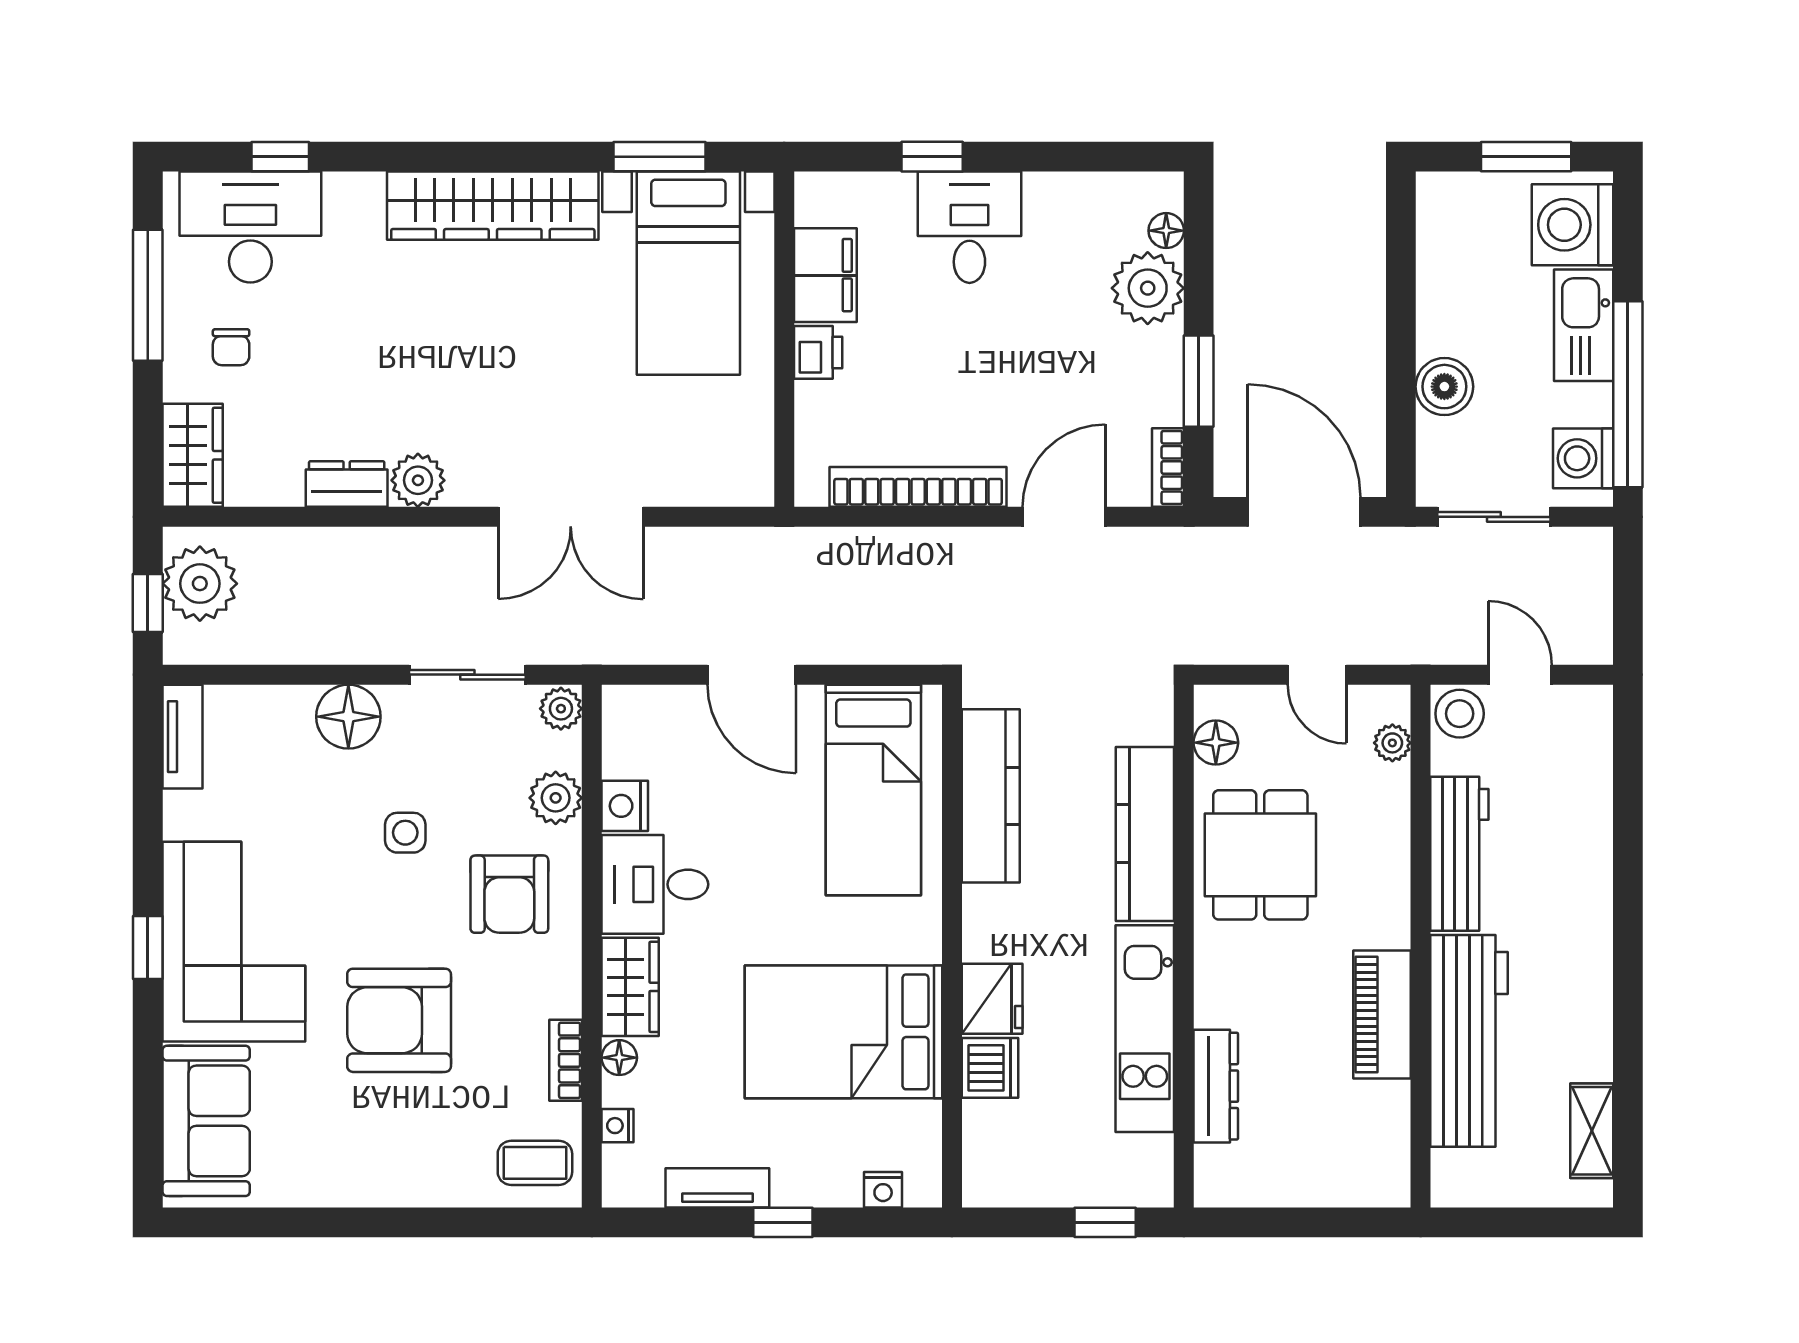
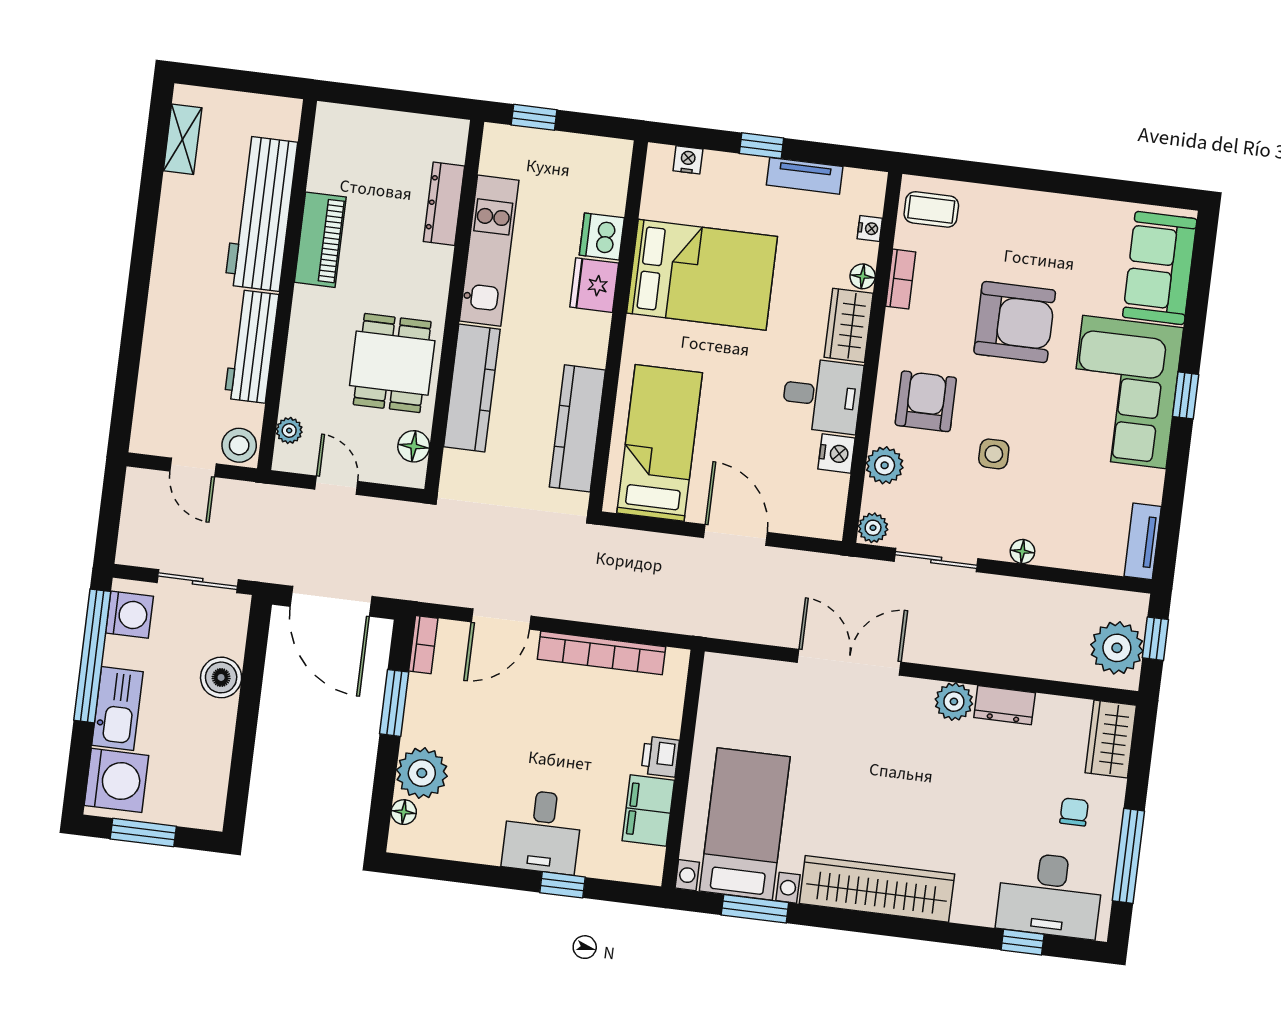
floor lamp: (348, 717) -> (1022, 551), width x0.53, depth x0.53

